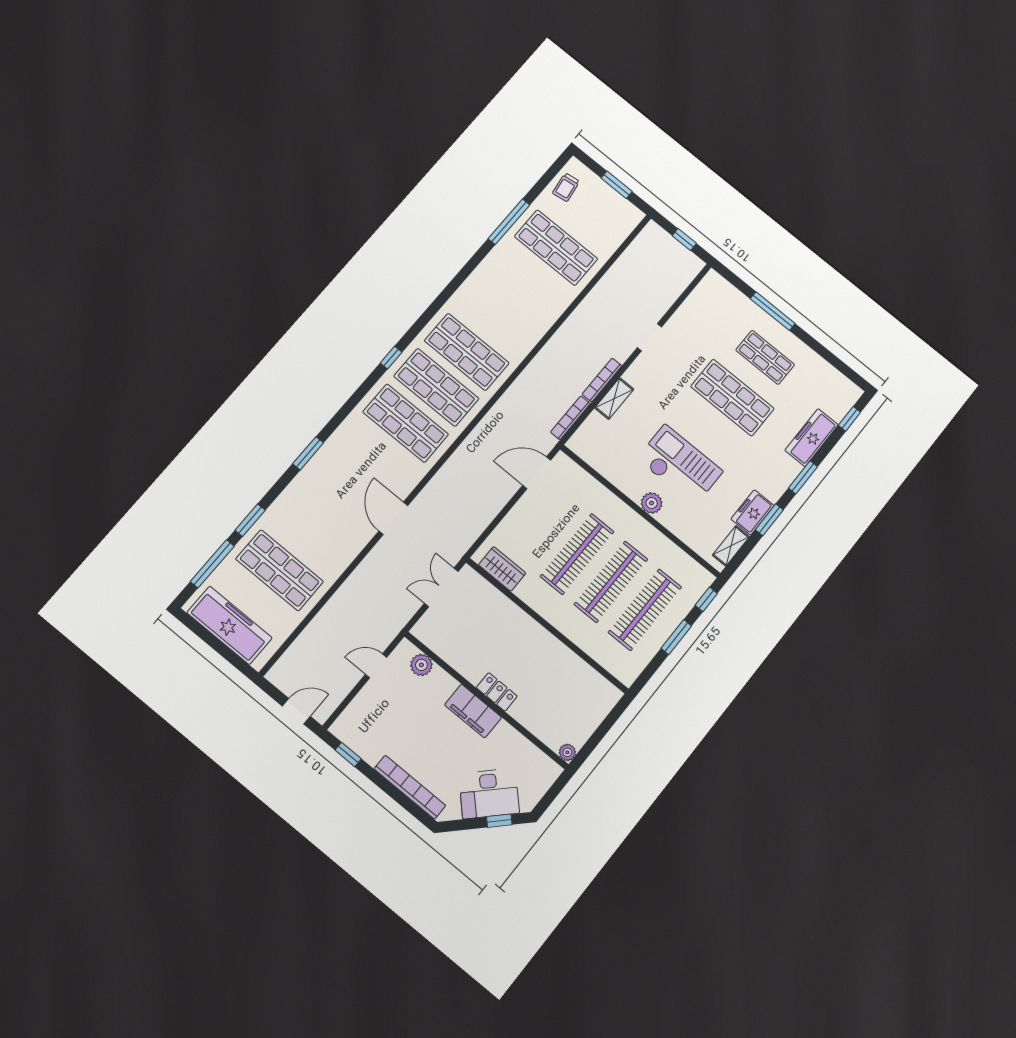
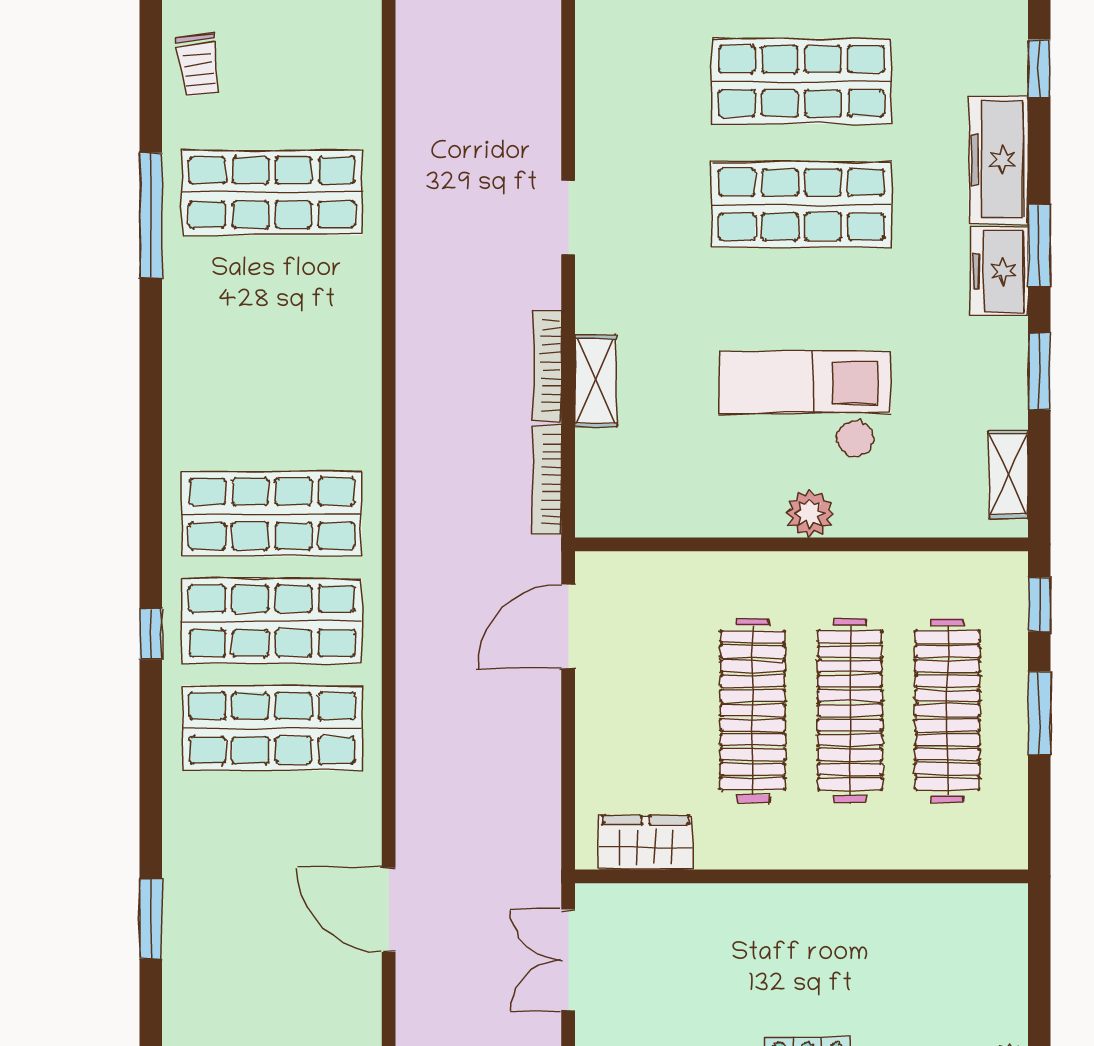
shop shelf: (765, 357) -> (801, 81), width x1.43, depth x1.36
freezer: (752, 512) -> (999, 271), moved

